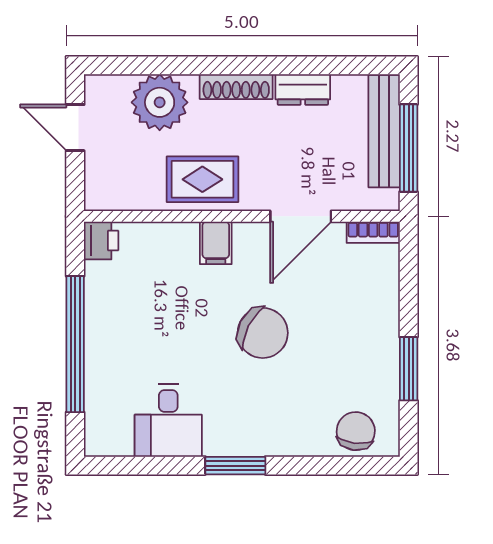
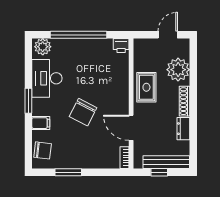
window: (409, 148) -> (159, 172), width x0.46
filing cabinet: (216, 243) -> (41, 123), moved, turned 180
desk: (168, 421) -> (47, 78), width x1.37
plant: (104, 431) -> (43, 47), added

